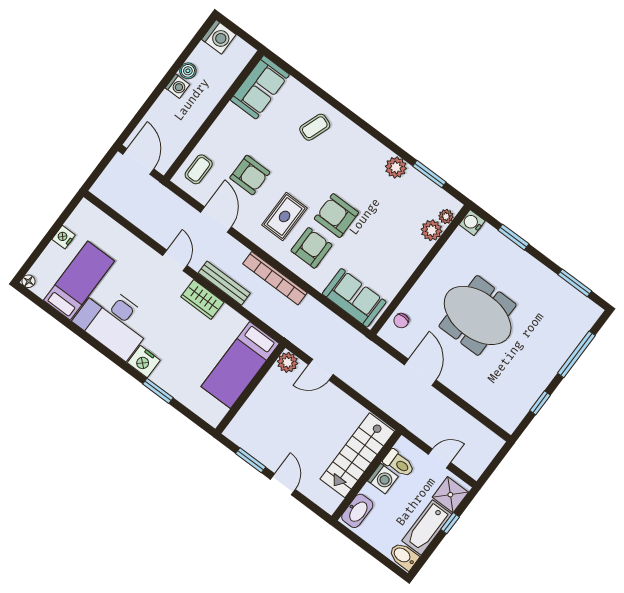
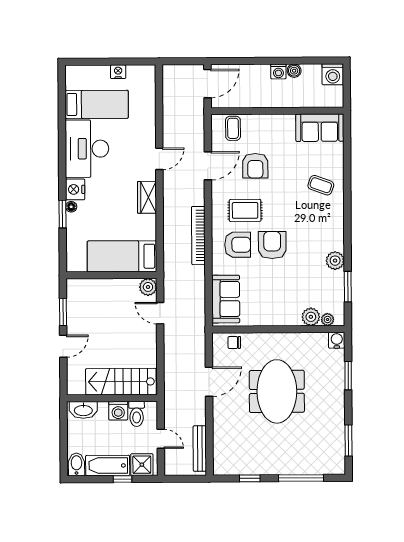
coffee table: (199, 169) -> (233, 128), turned 90
floor lamp: (28, 281) -> (71, 207), moved
bench: (224, 283) -> (200, 449), moved

